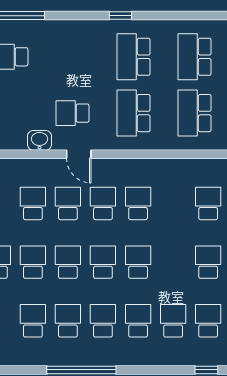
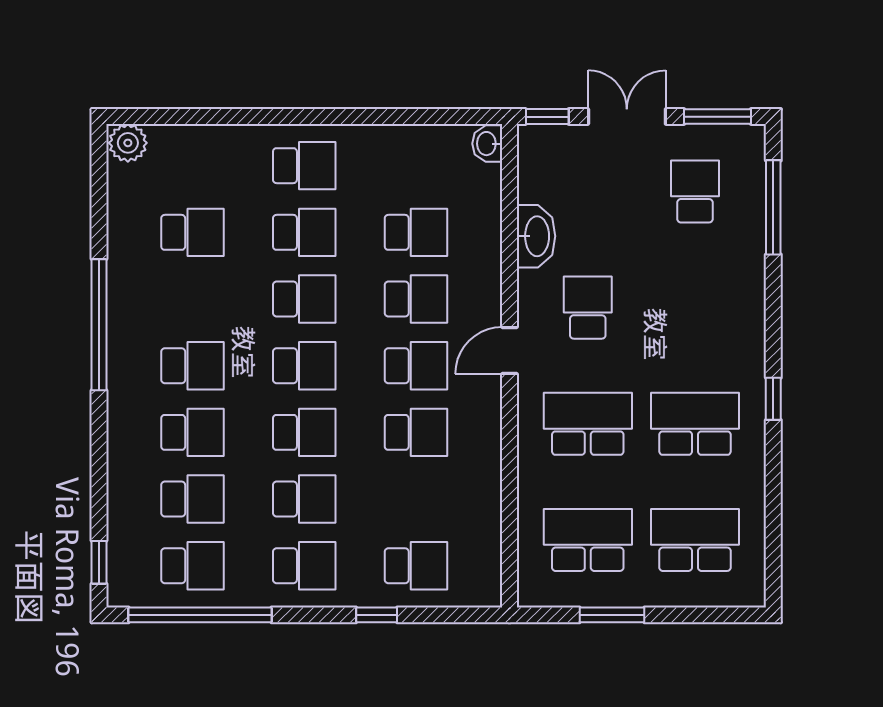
washbasin: (39, 140) -> (536, 236), width x1.38
door: (79, 154) -> (509, 351), moved
school desk: (68, 321) -> (304, 499), moved

